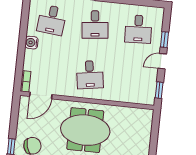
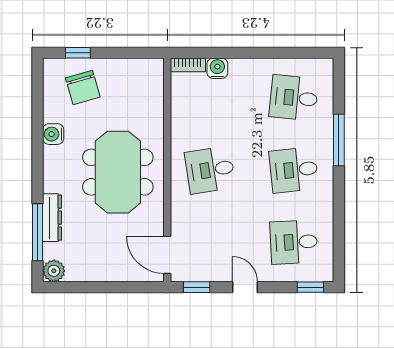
window: (164, 40) -> (310, 287), moved
water cooler: (32, 43) -> (217, 68), moved
door: (41, 96) -> (167, 255), moved

